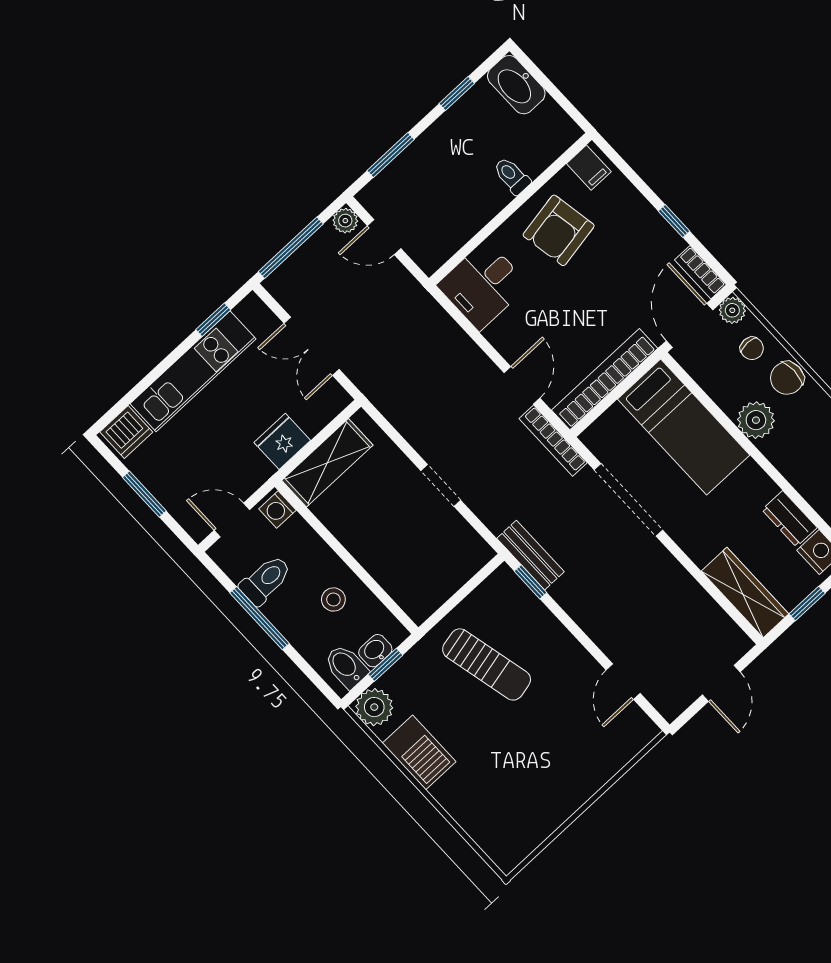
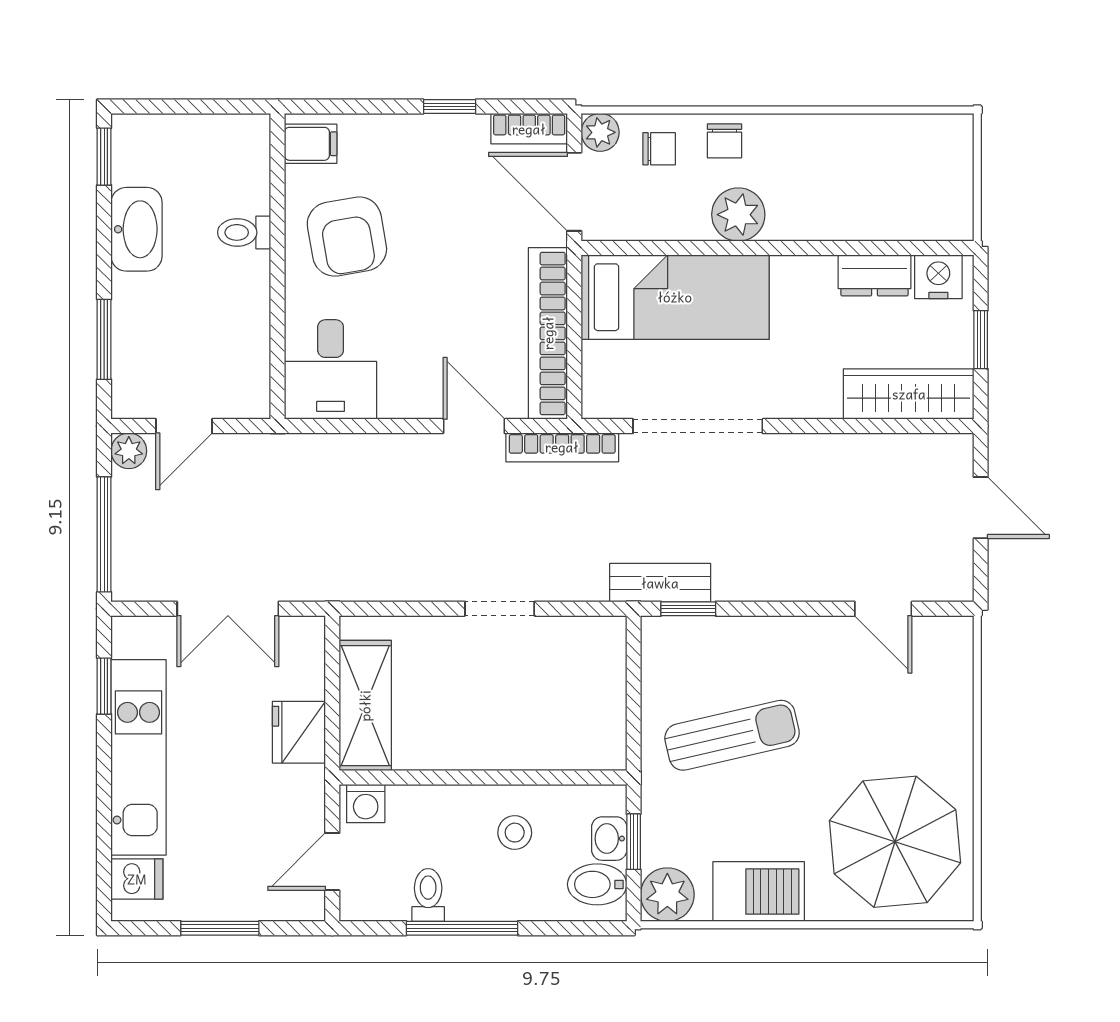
washbasin: (516, 85) -> (137, 229), moved, turned -90
window: (457, 94) -> (104, 157), moved
chair: (787, 378) -> (724, 141), width x0.73, depth x0.73
dishwasher: (126, 432) -> (137, 879), width x0.73
toilet: (266, 580) -> (428, 895), width x0.73, depth x0.72
parasol: (510, 798) -> (895, 842), added

